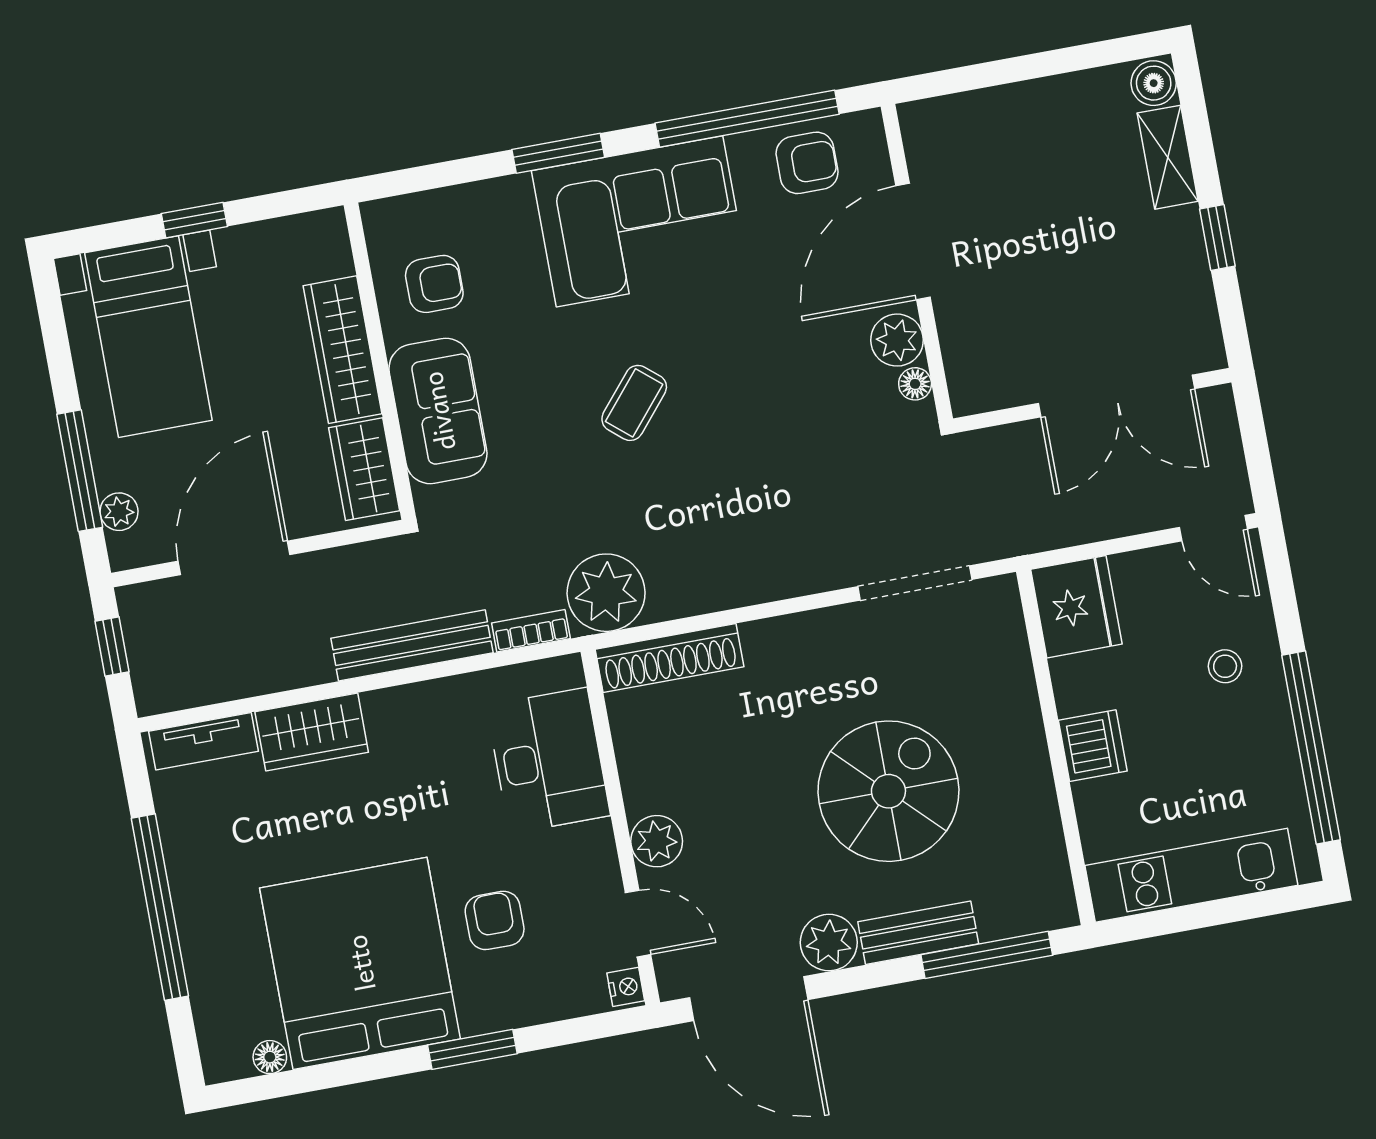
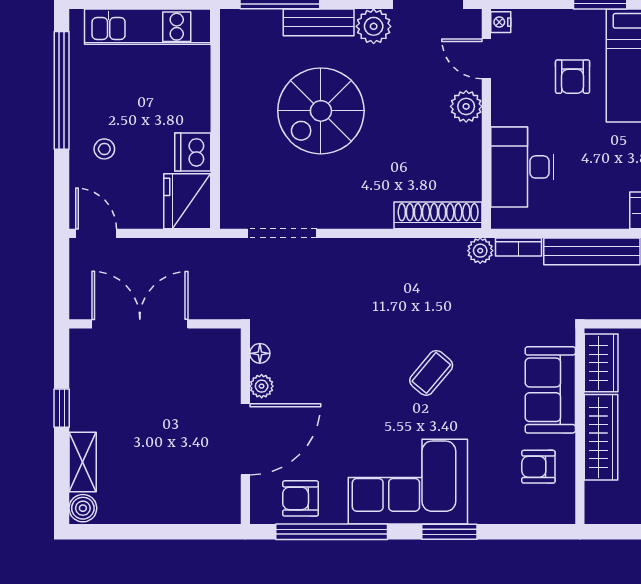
plant: (897, 340) -> (262, 386), width x0.73, depth x0.73
plant: (606, 593) -> (480, 251), width x0.53, depth x0.53
dishwasher: (1093, 746) -> (193, 152), moved

